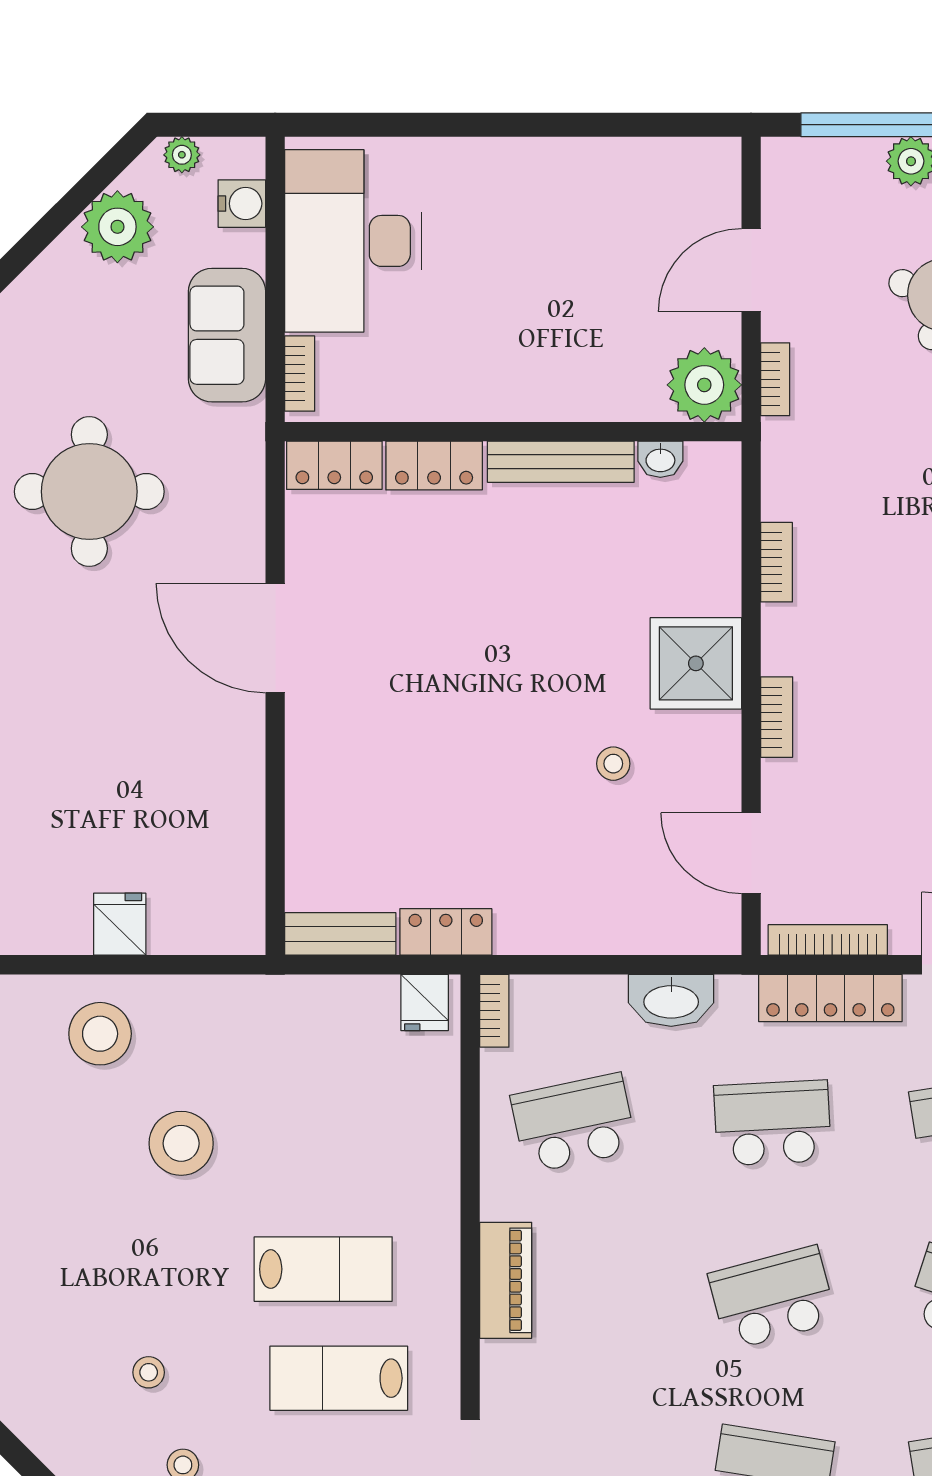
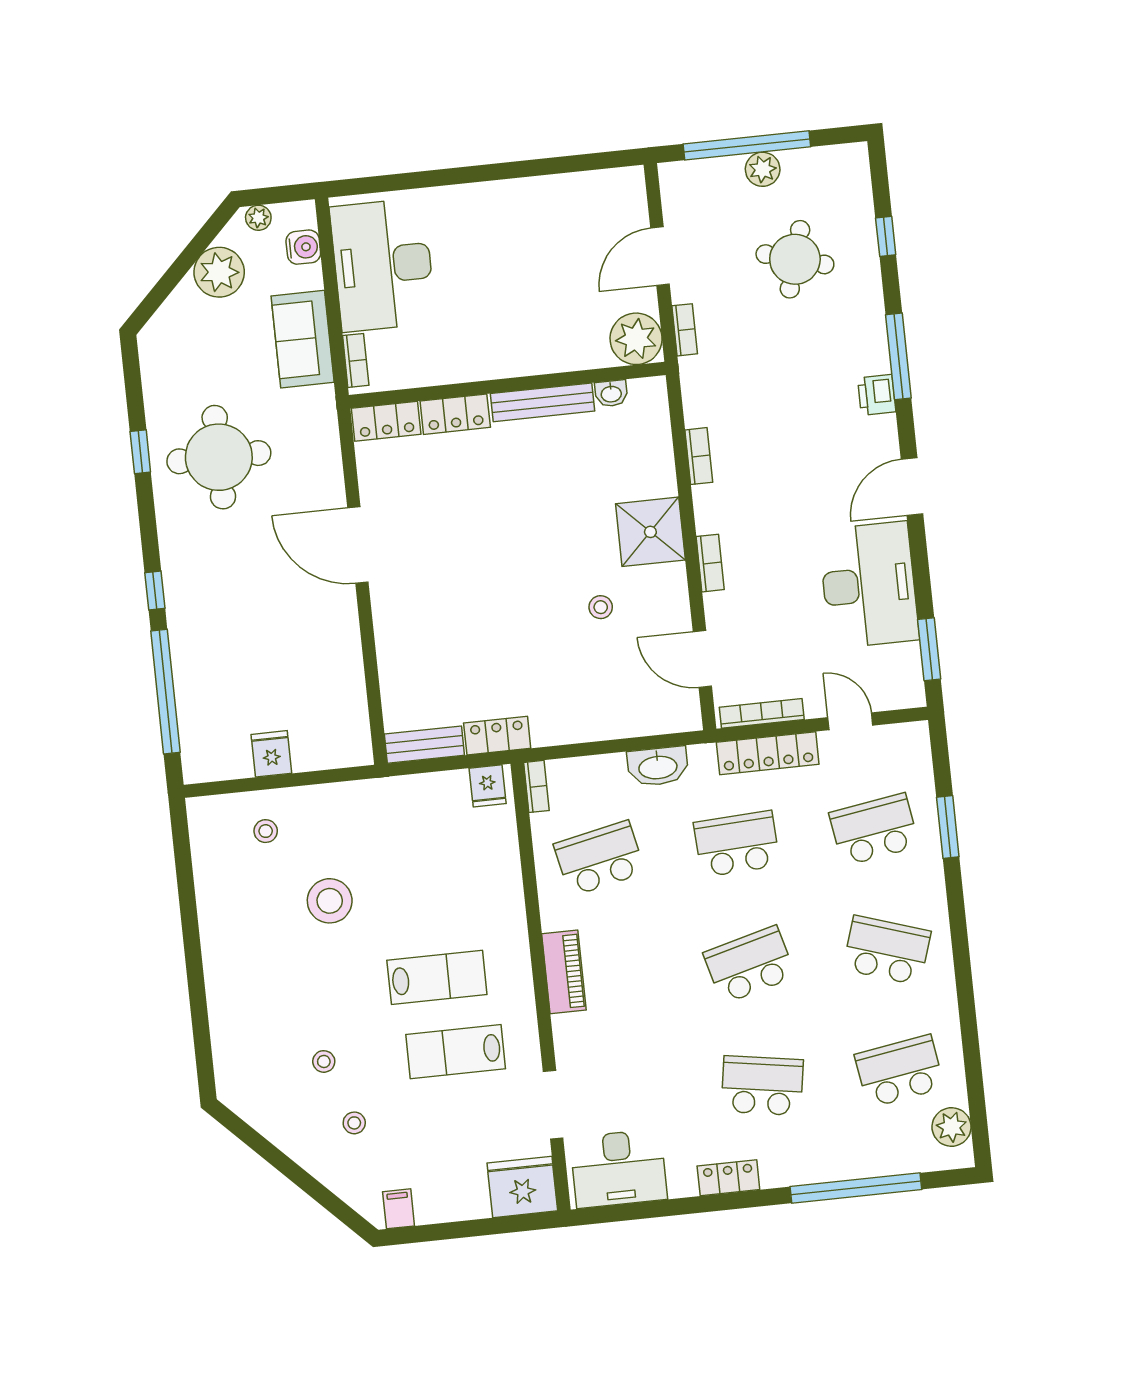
stool: (100, 1034) -> (266, 831), width x0.53, depth x0.53

